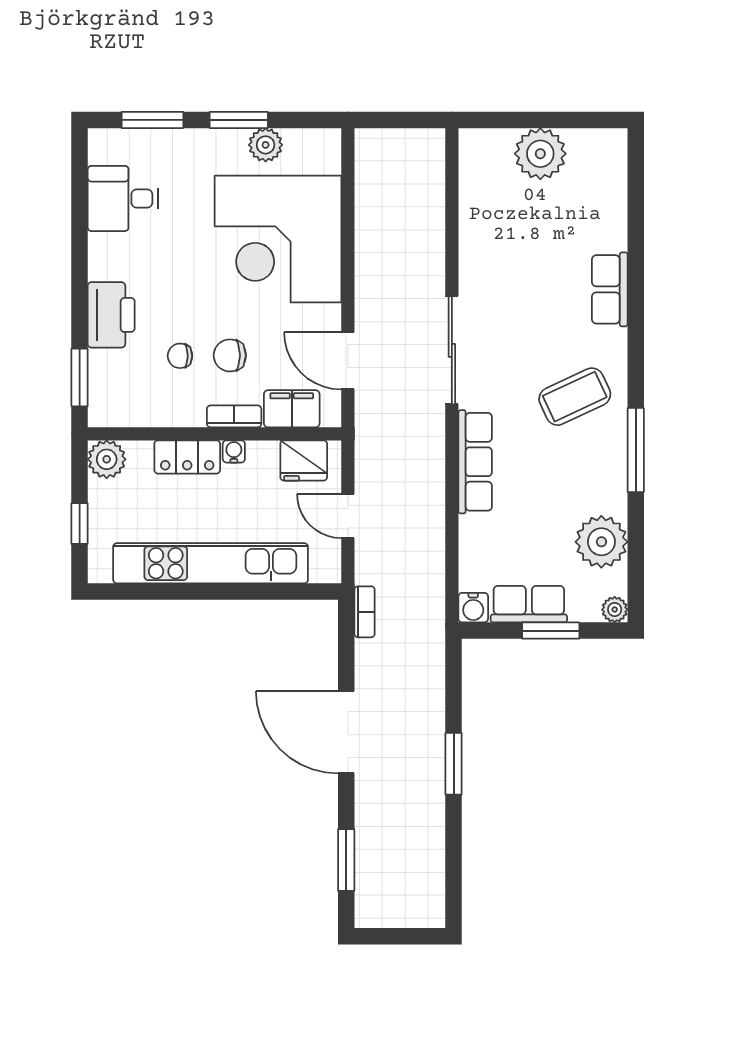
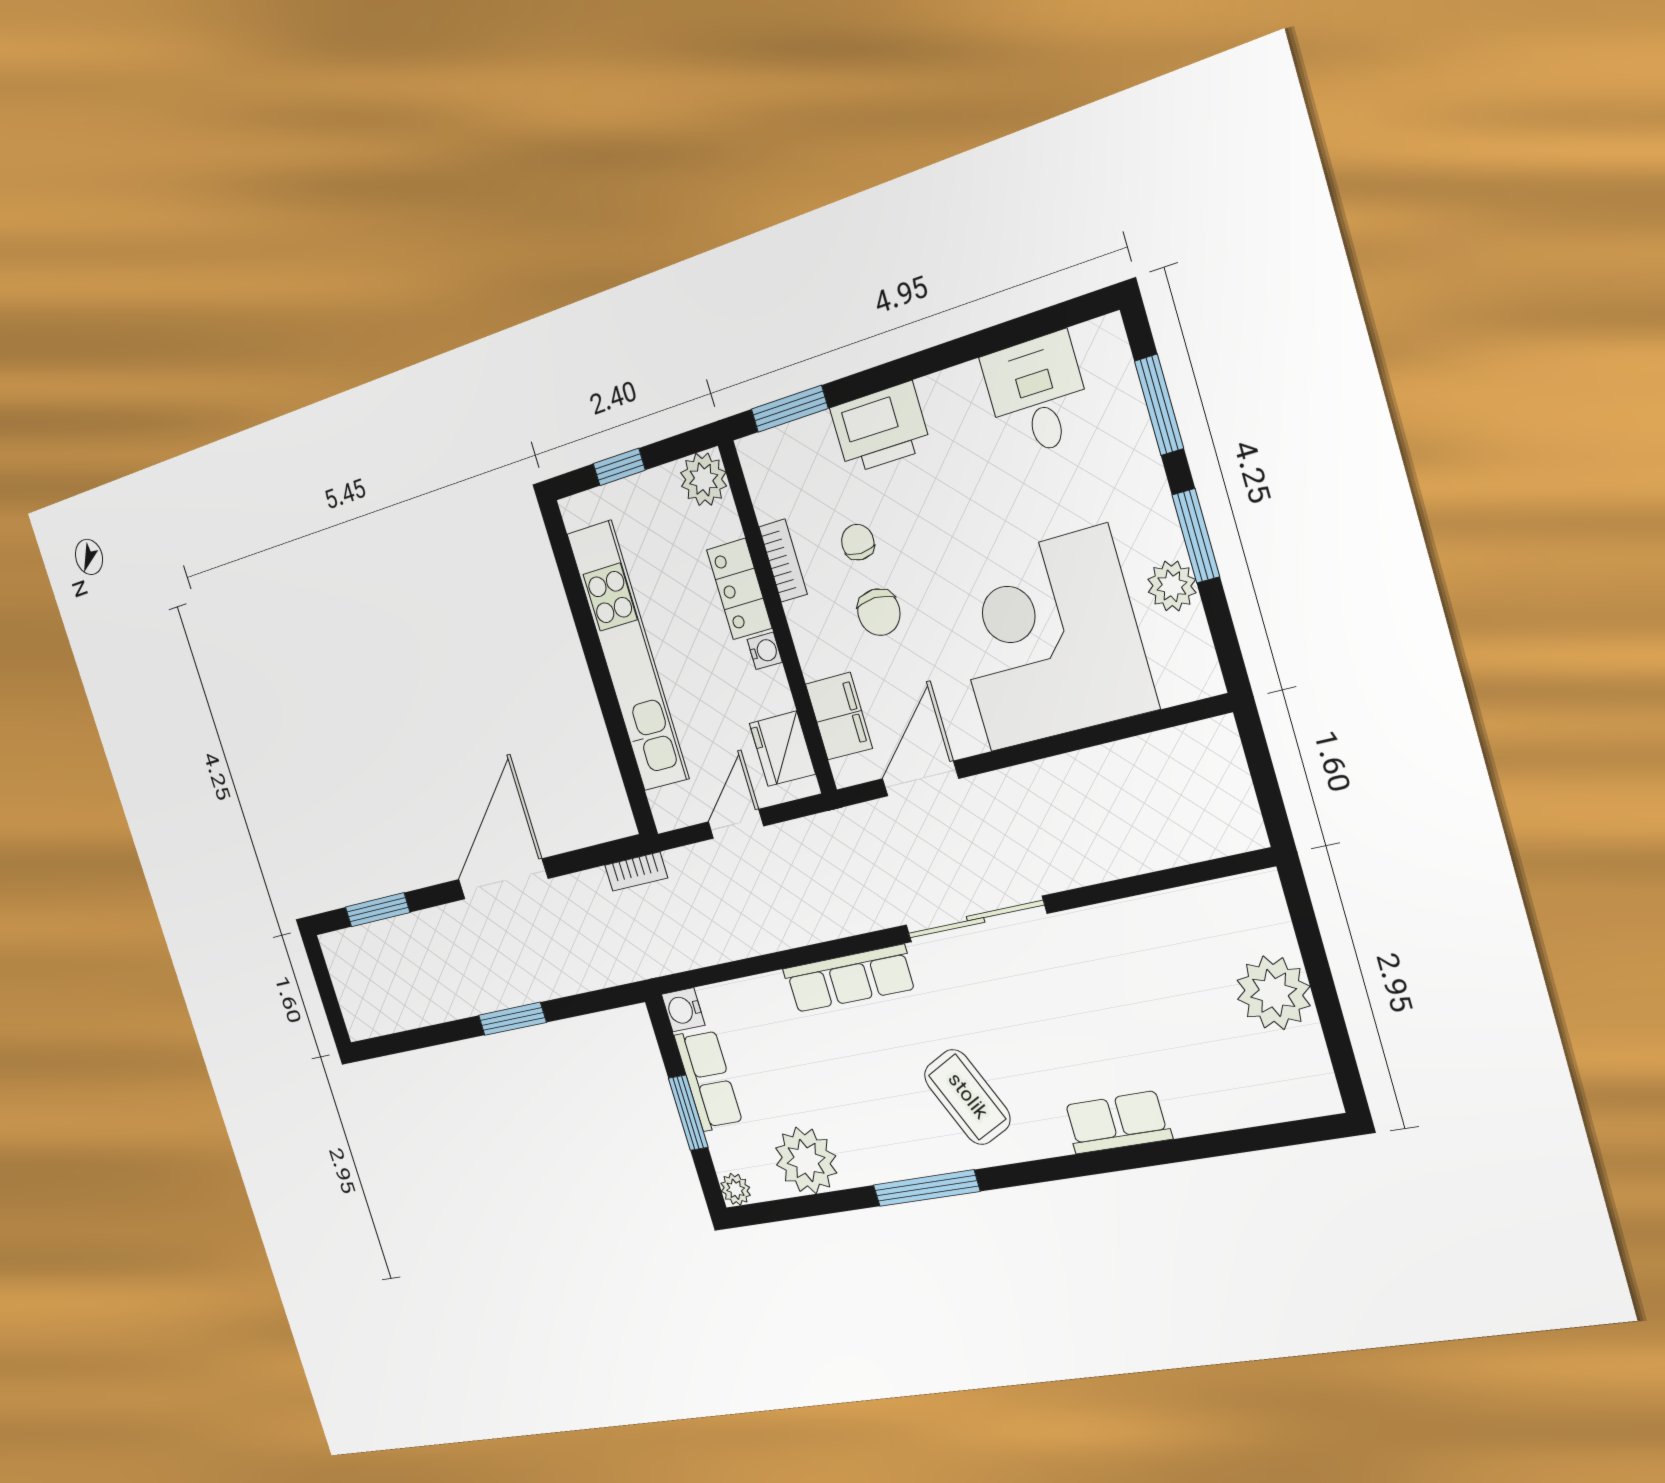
chair: (230, 355) -> (879, 612), turned 180
bookcase: (234, 416) -> (783, 561), moved

